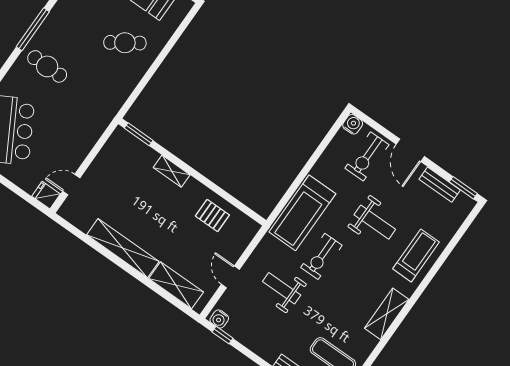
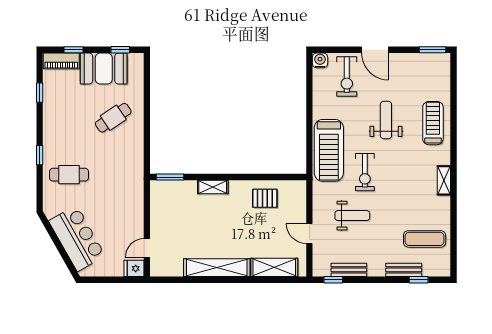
window: (33, 29) -> (40, 155), width x0.46
bench: (440, 185) -> (349, 270), moved
weight bench: (375, 222) -> (386, 120), turned -90
weight bench: (282, 288) -> (352, 216), turned 180
shelving: (387, 314) -> (444, 180), width x0.67, depth x0.75
water cooler: (219, 319) -> (323, 270), removed

